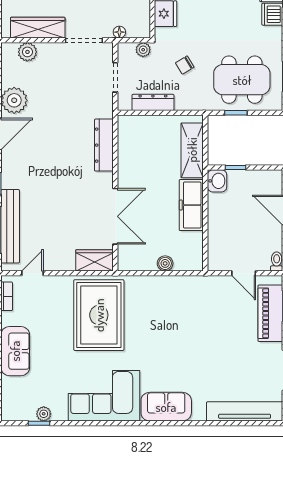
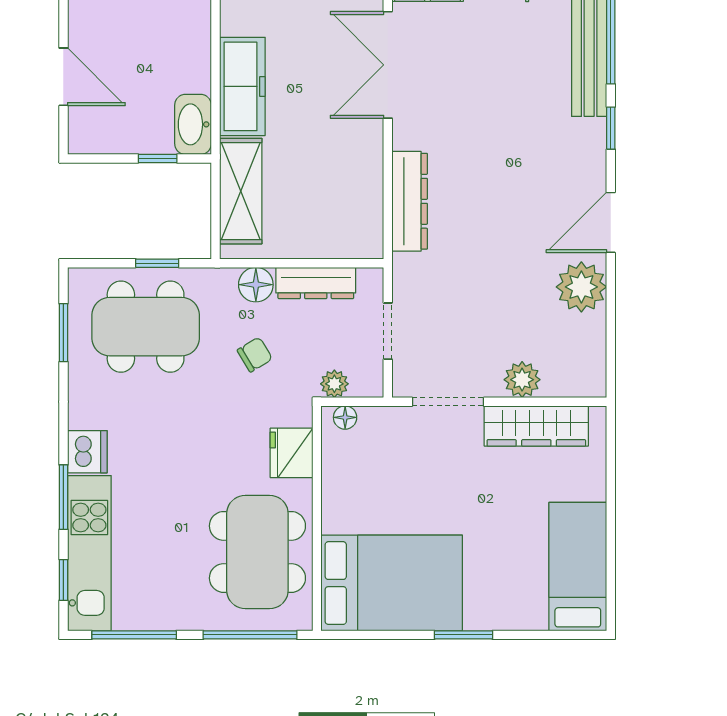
floor lamp: (119, 32) -> (345, 417), moved
plant: (27, 52) -> (522, 380), moved
floor lamp: (184, 102) -> (256, 285), added
washbasin: (217, 181) -> (193, 124), width x1.38

